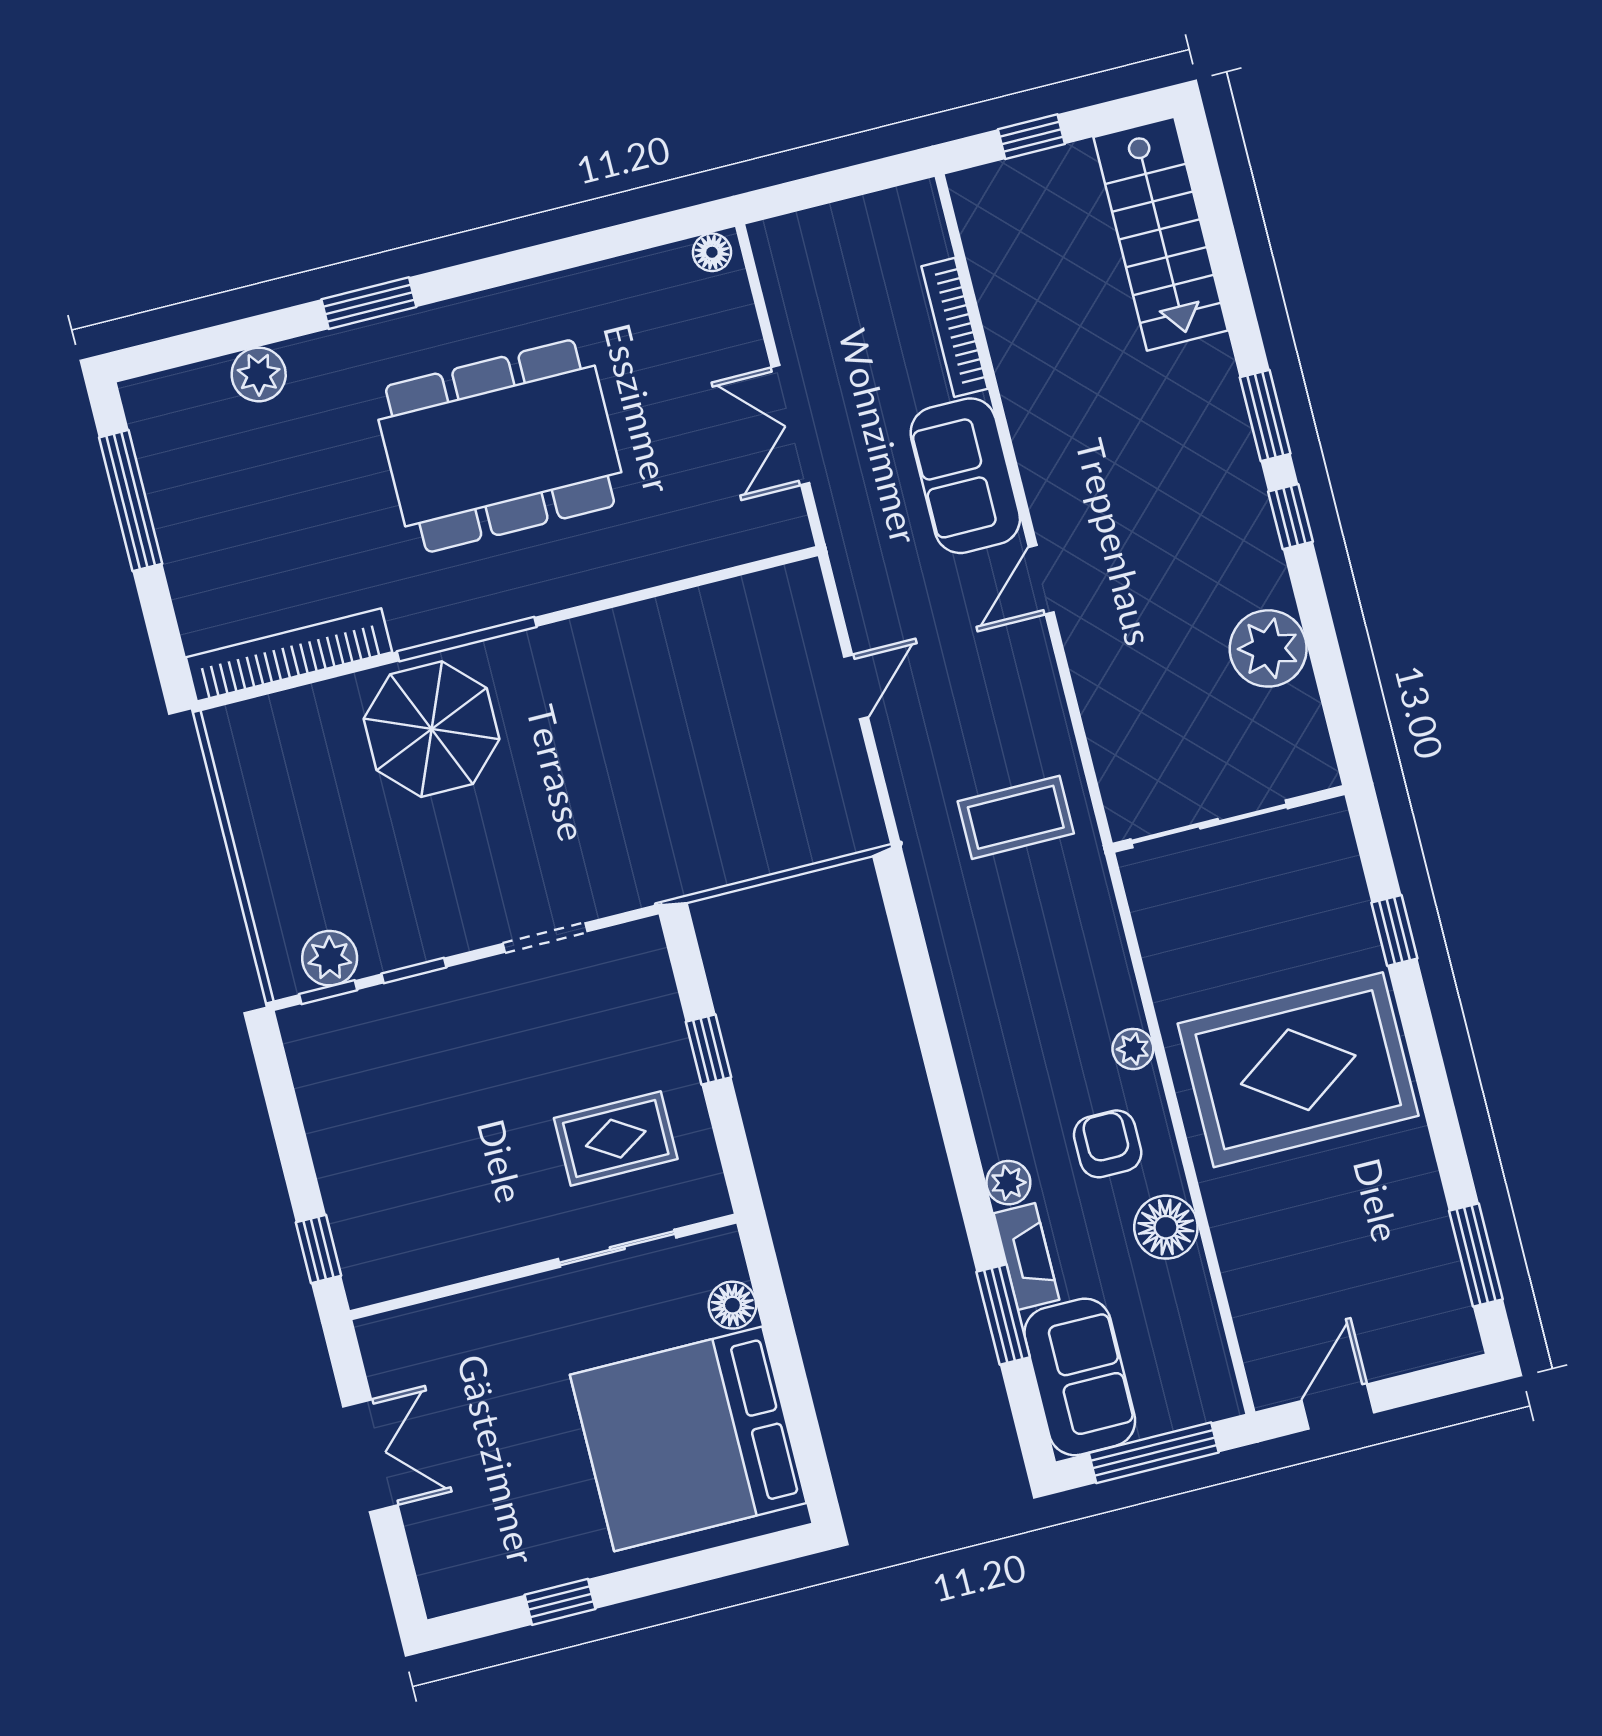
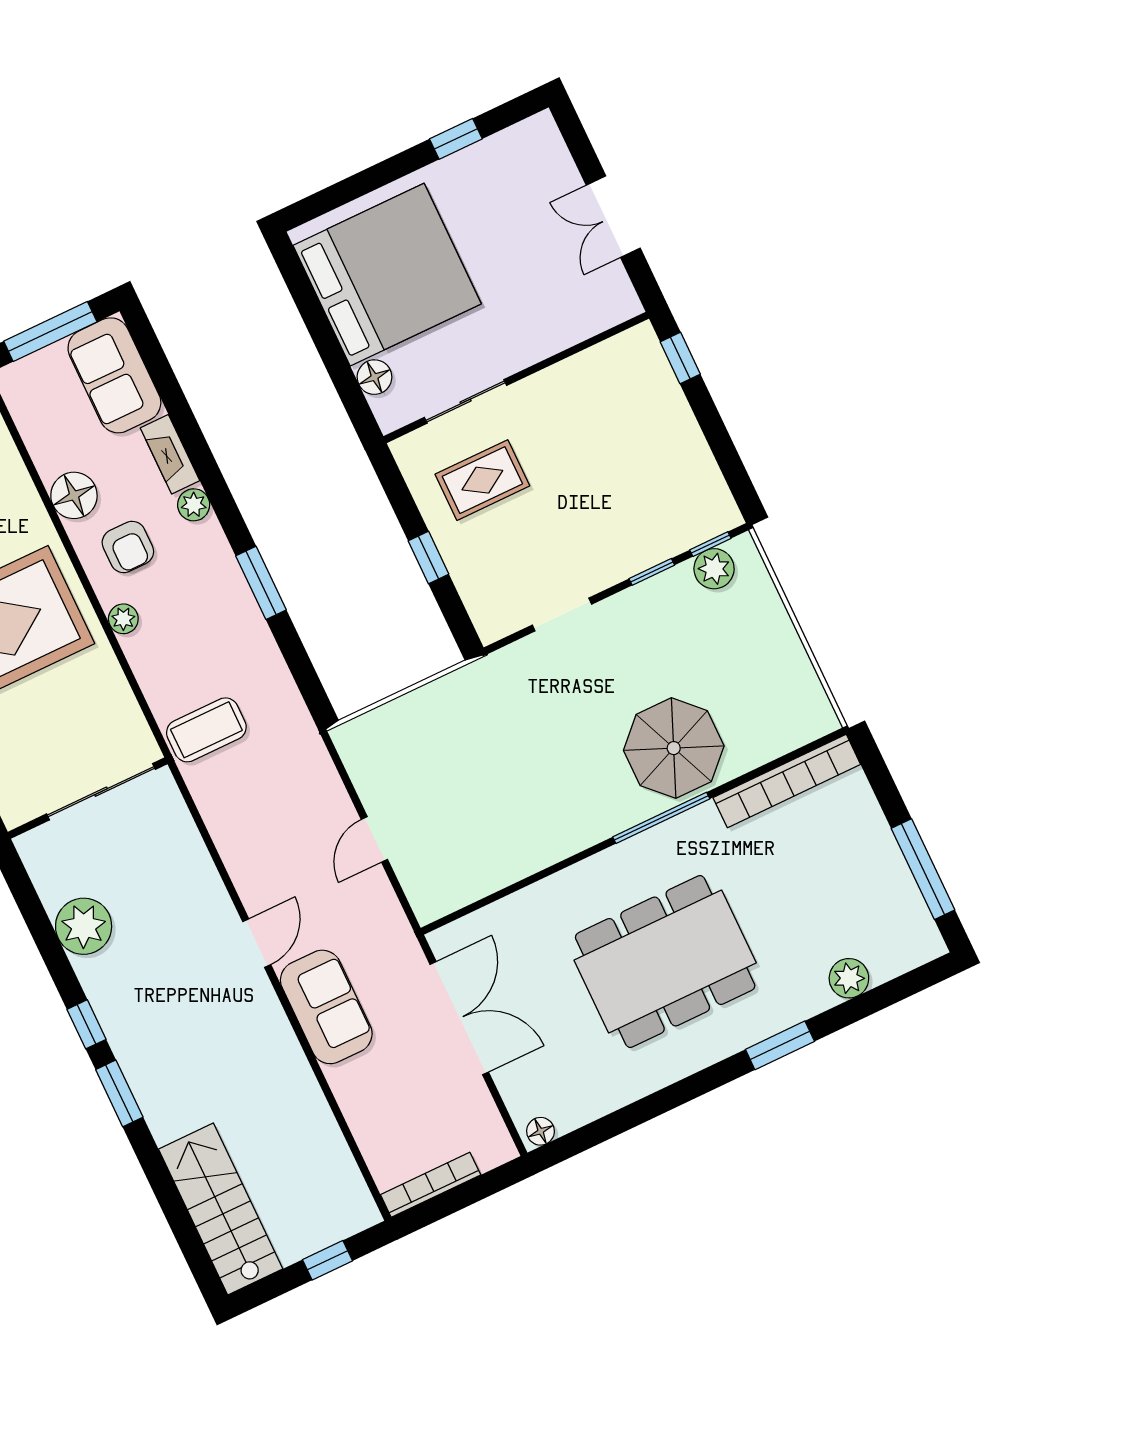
bookcase: (955, 327) -> (431, 1185), moved, turned -90
double door: (790, 425) -> (459, 1018), width x1.37
coffee table: (1016, 817) -> (206, 730), moved
window: (1003, 1315) -> (261, 583), moved

